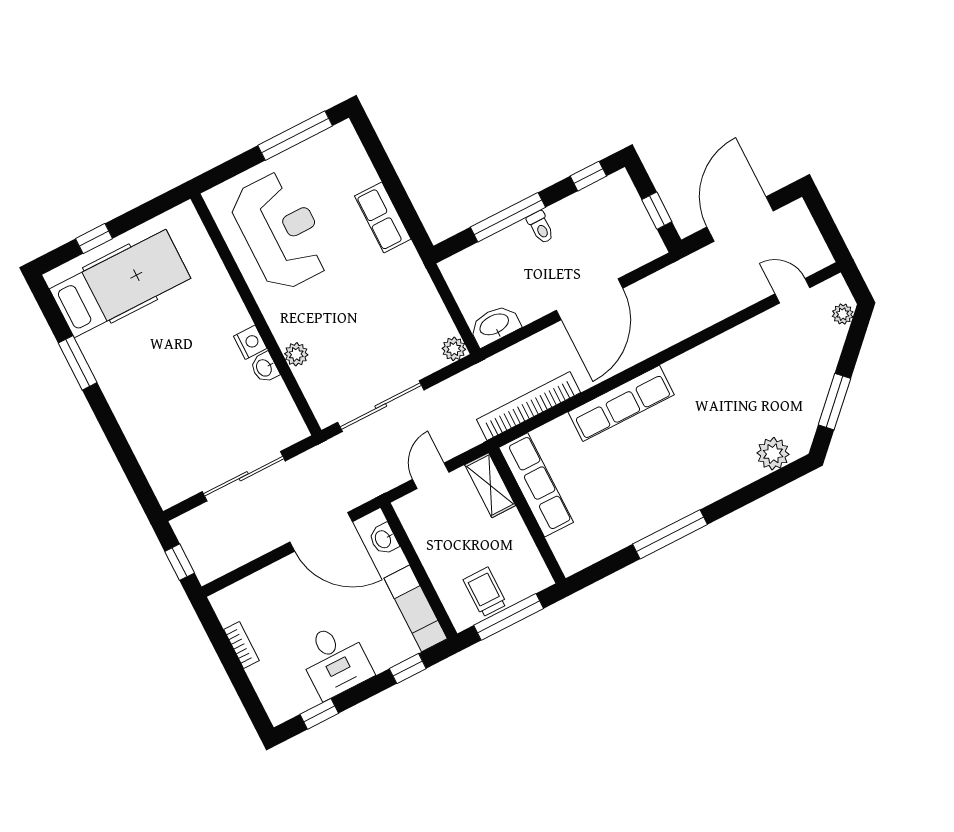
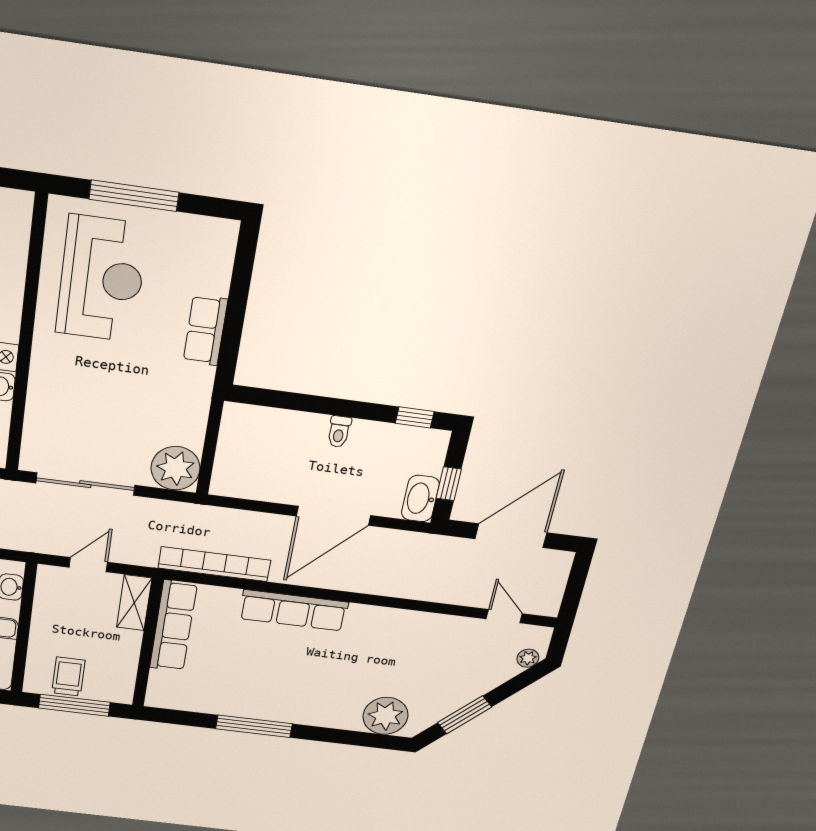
window: (295, 136) -> (134, 196), moved
window: (508, 217) -> (317, 405), removed
washbasin: (495, 325) -> (420, 499), moved, turned -90
plant: (454, 349) -> (176, 468), width x1.87, depth x1.87
plant: (296, 354) -> (40, 394), removed
plant: (773, 454) -> (385, 716), width x1.36, depth x1.36

